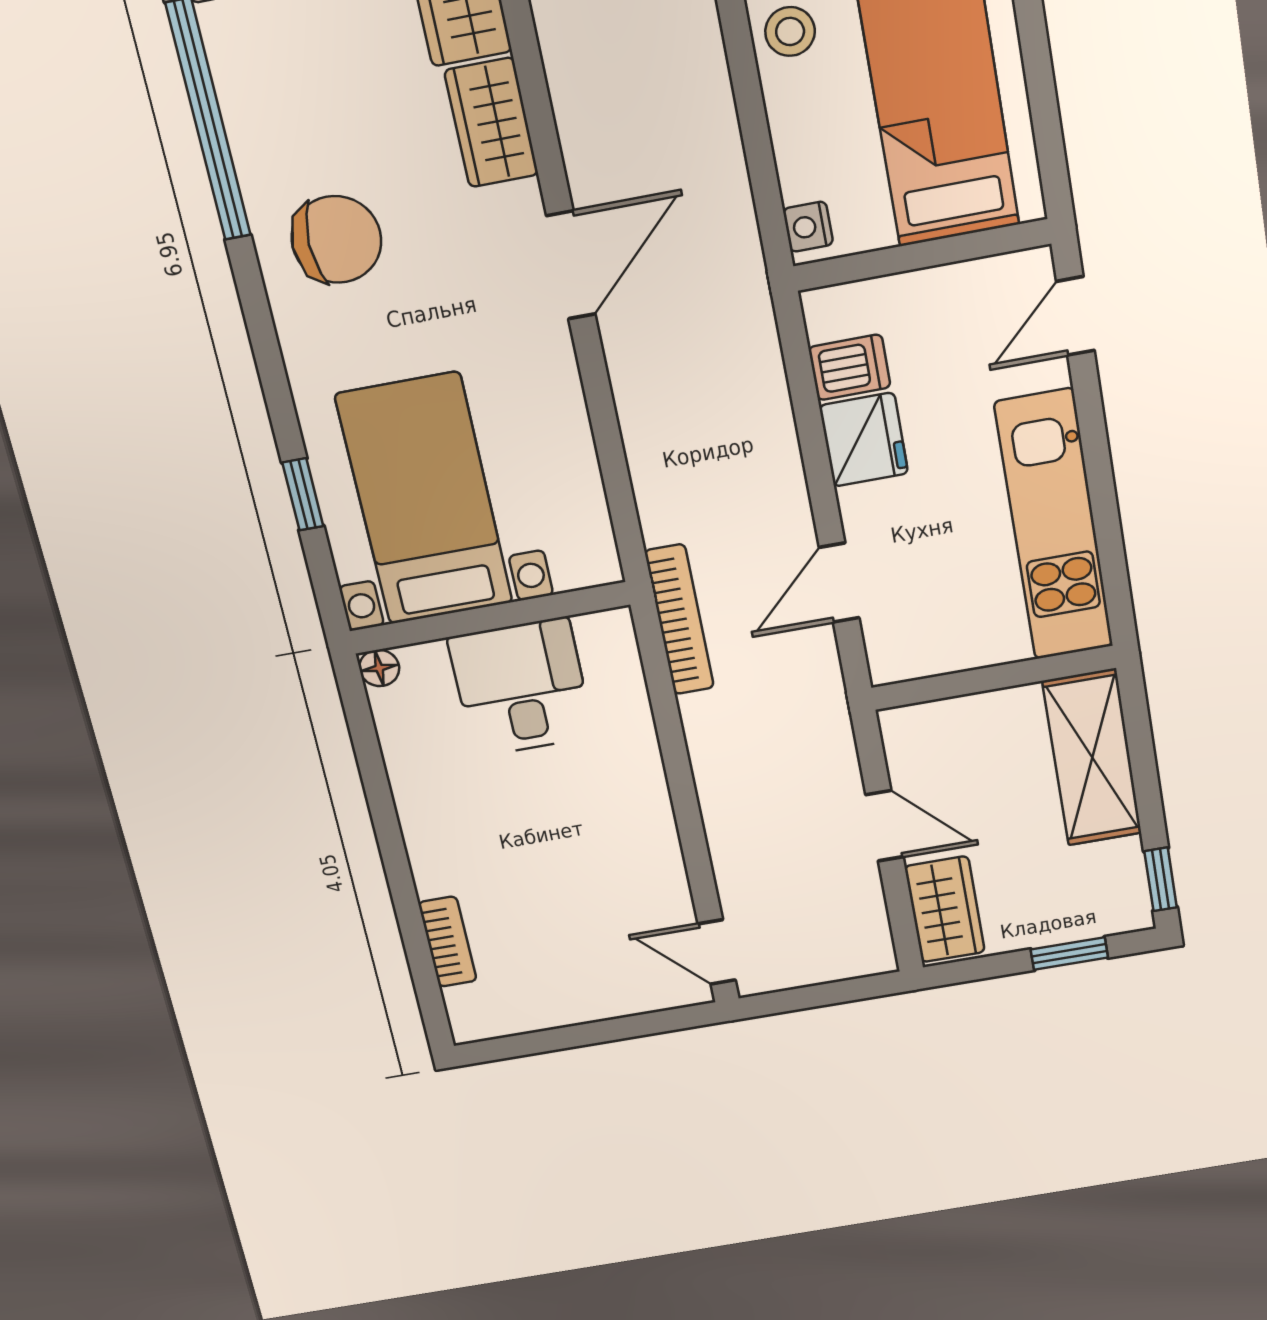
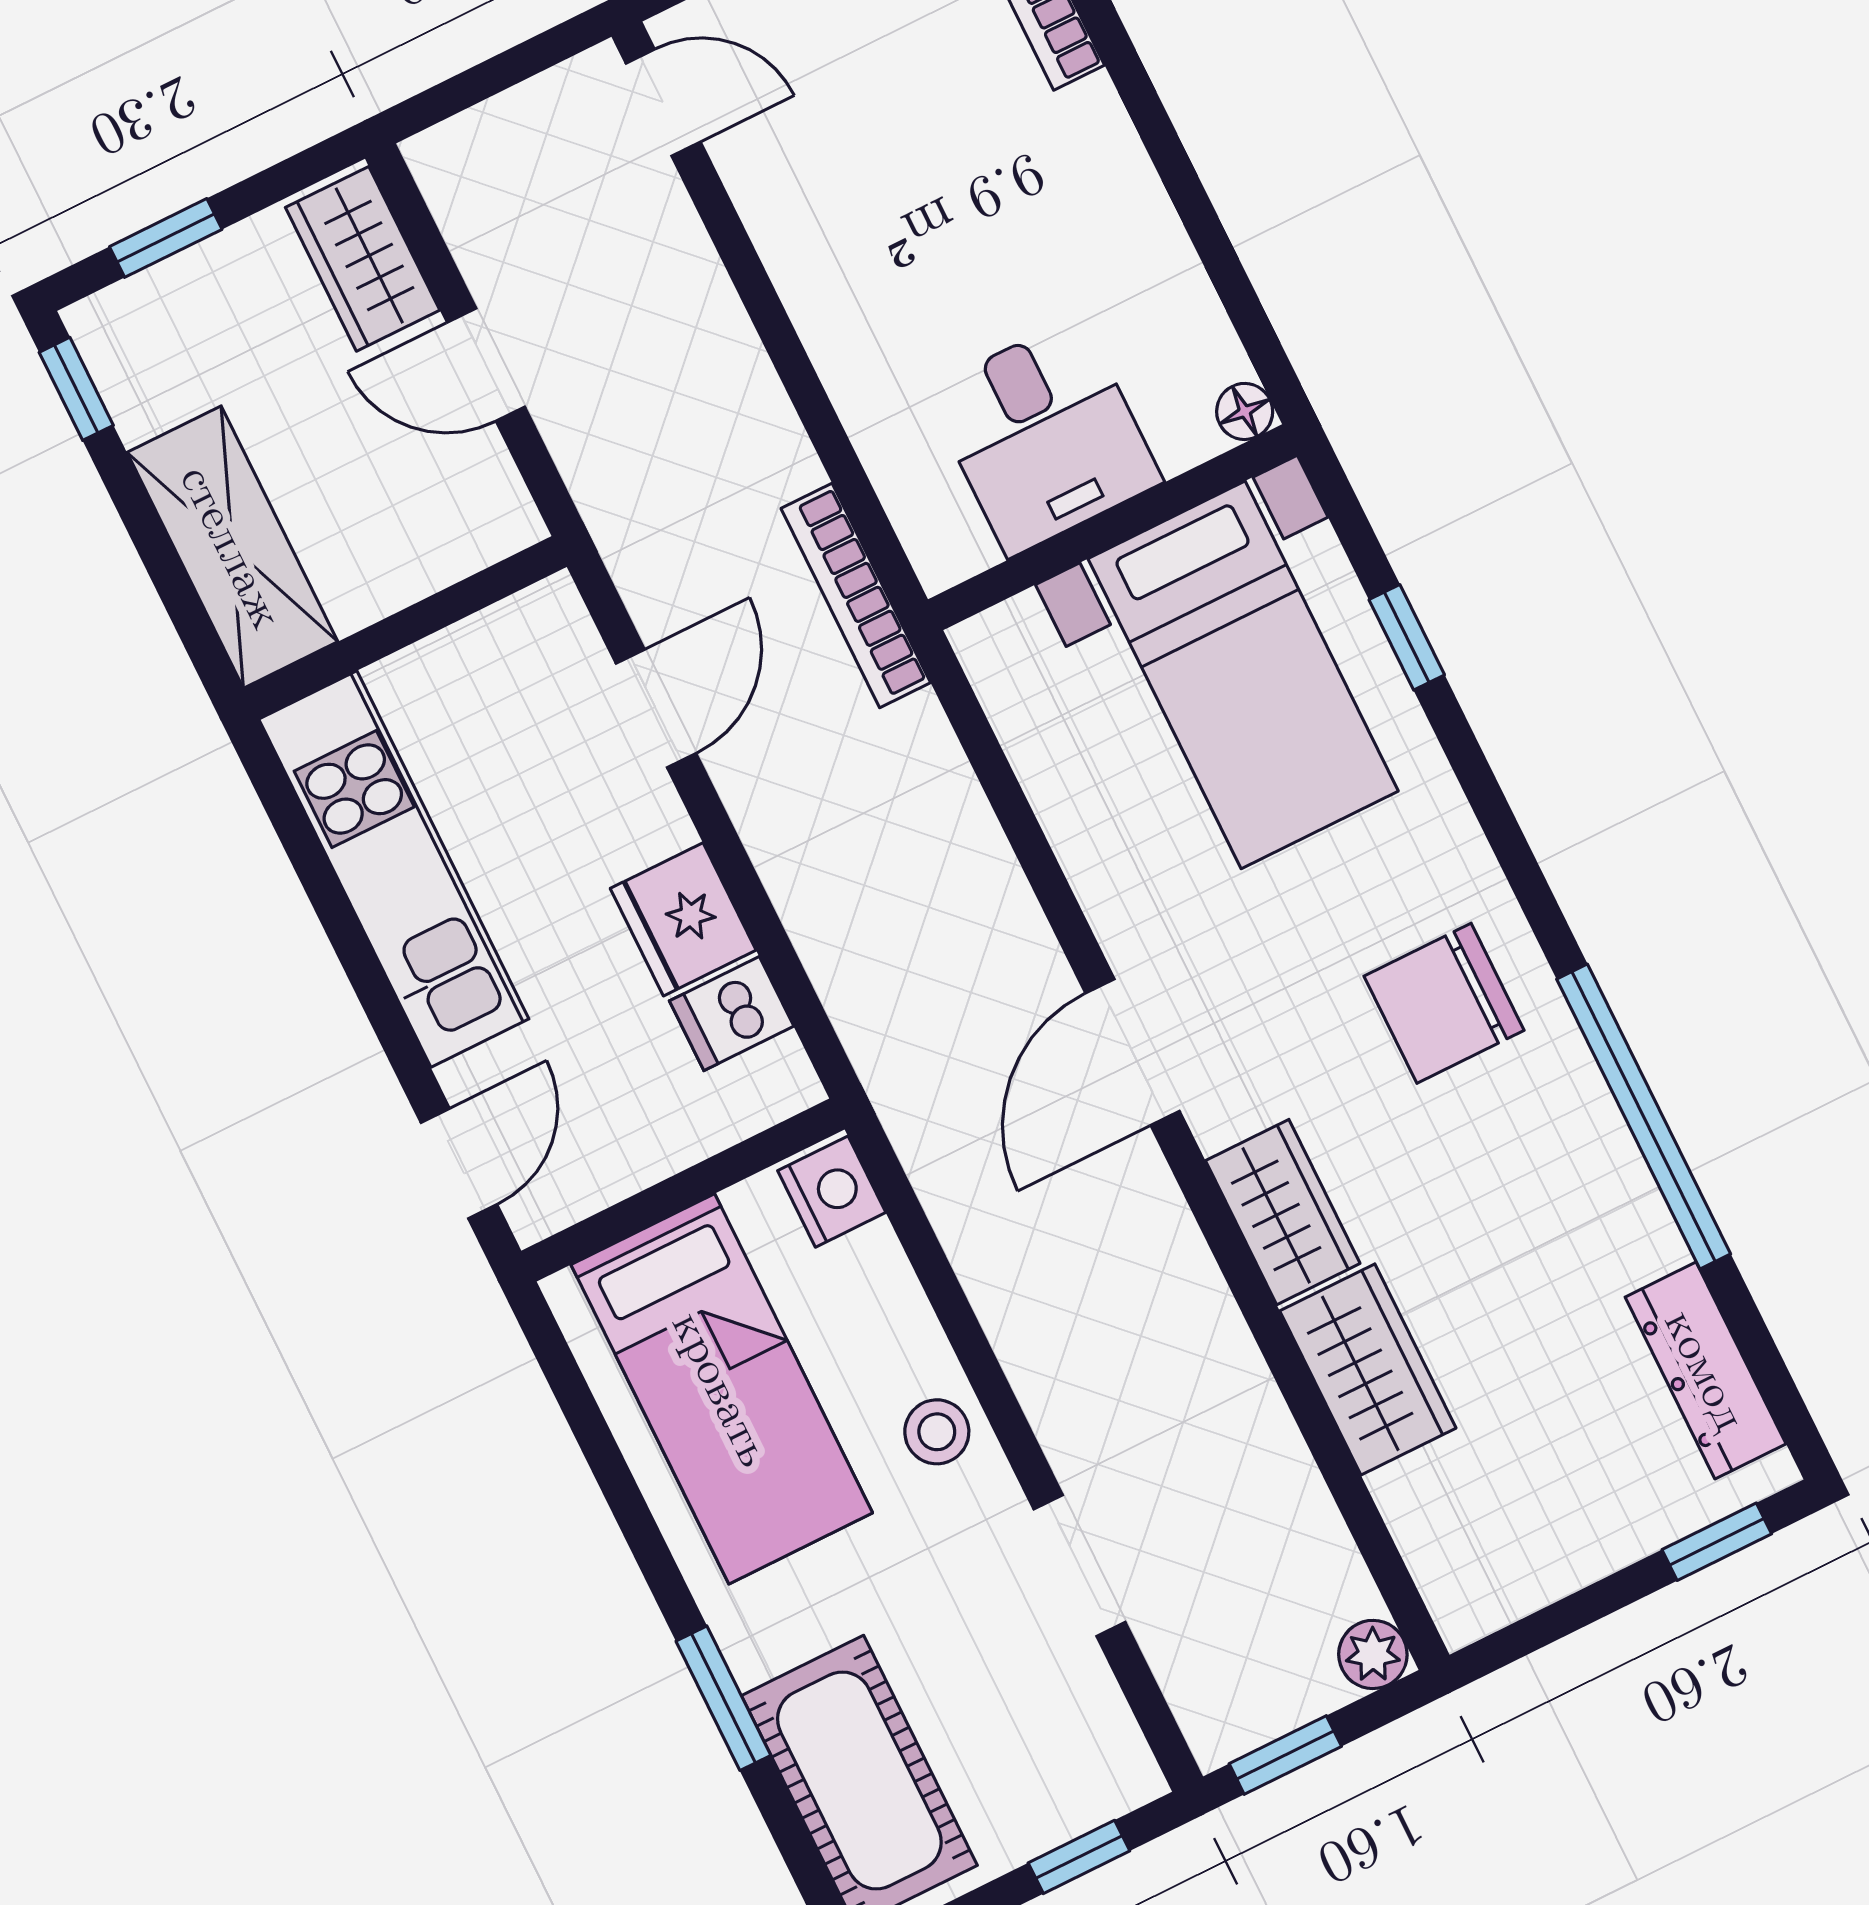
nightstand: (808, 227) -> (832, 1192), width x1.39, depth x1.35

